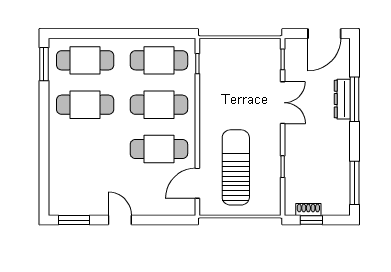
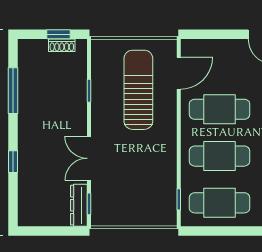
door: (324, 34) -> (45, 231), removed
dresser: (342, 99) -> (79, 205), moved, turned 180
window: (355, 99) -> (13, 162), width x0.46
sun lounger: (236, 167) -> (138, 90), turned 180
window: (355, 183) -> (13, 91), moved

